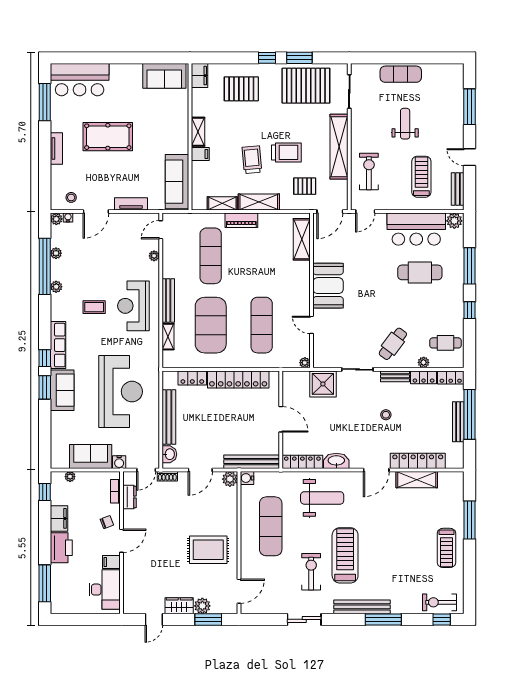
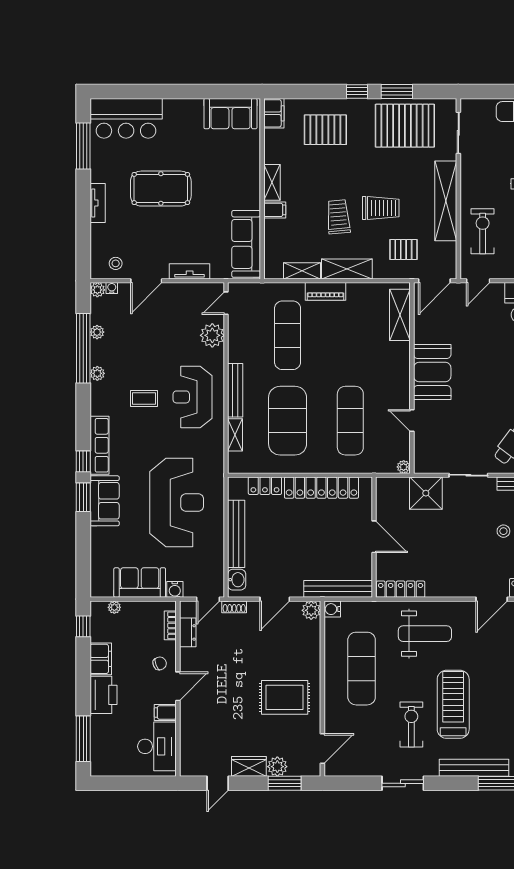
plant: (154, 256) -> (212, 335), width x1.88, depth x1.88
washbasin: (336, 461) -> (442, 588), removed

